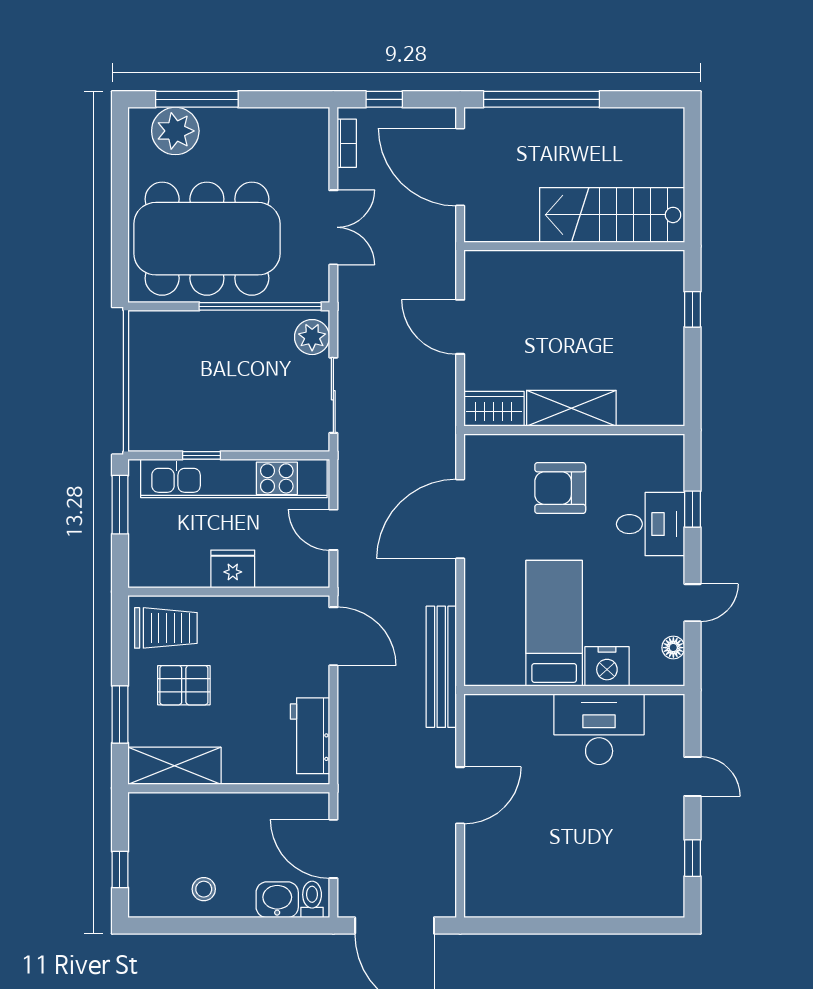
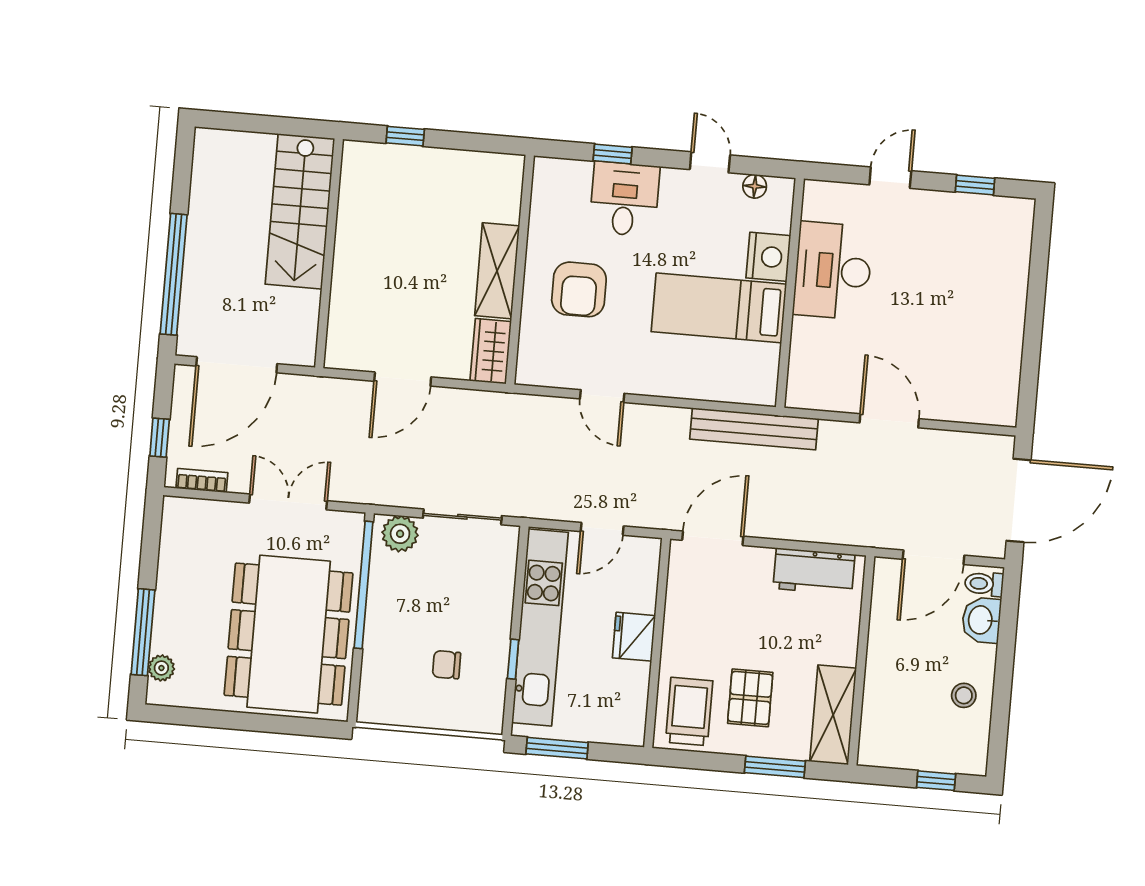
plant: (175, 131) -> (161, 668), width x0.53, depth x0.53
chair: (191, 392) -> (447, 665), added
door: (460, 519) -> (602, 396), width x0.53

